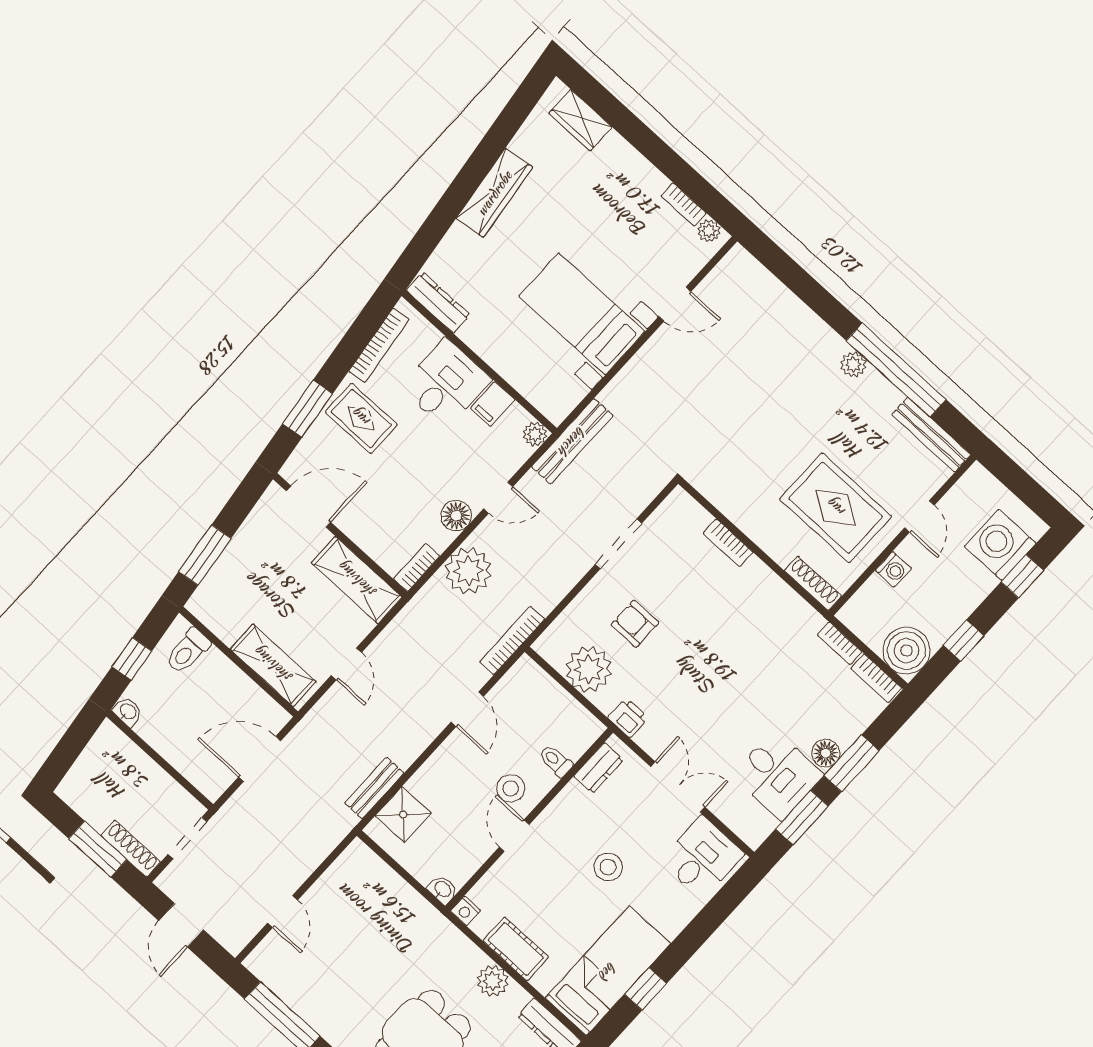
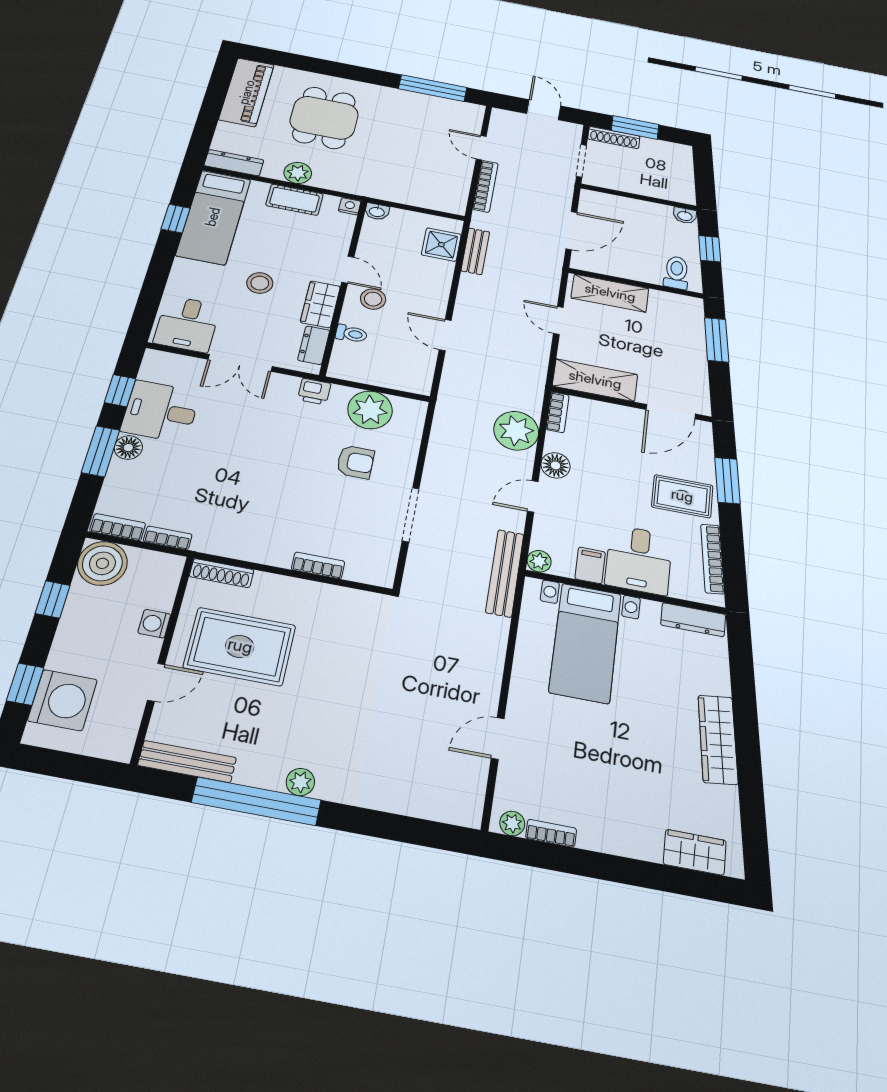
bed with nightstands: (582, 314) -> (585, 643), moved, turned 90
door: (919, 516) -> (156, 682), swing flipped
bookcase: (512, 641) -> (485, 186), moved
wardrobe: (565, 810) -> (320, 304), added
window: (802, 818) -> (120, 391), width x0.67

